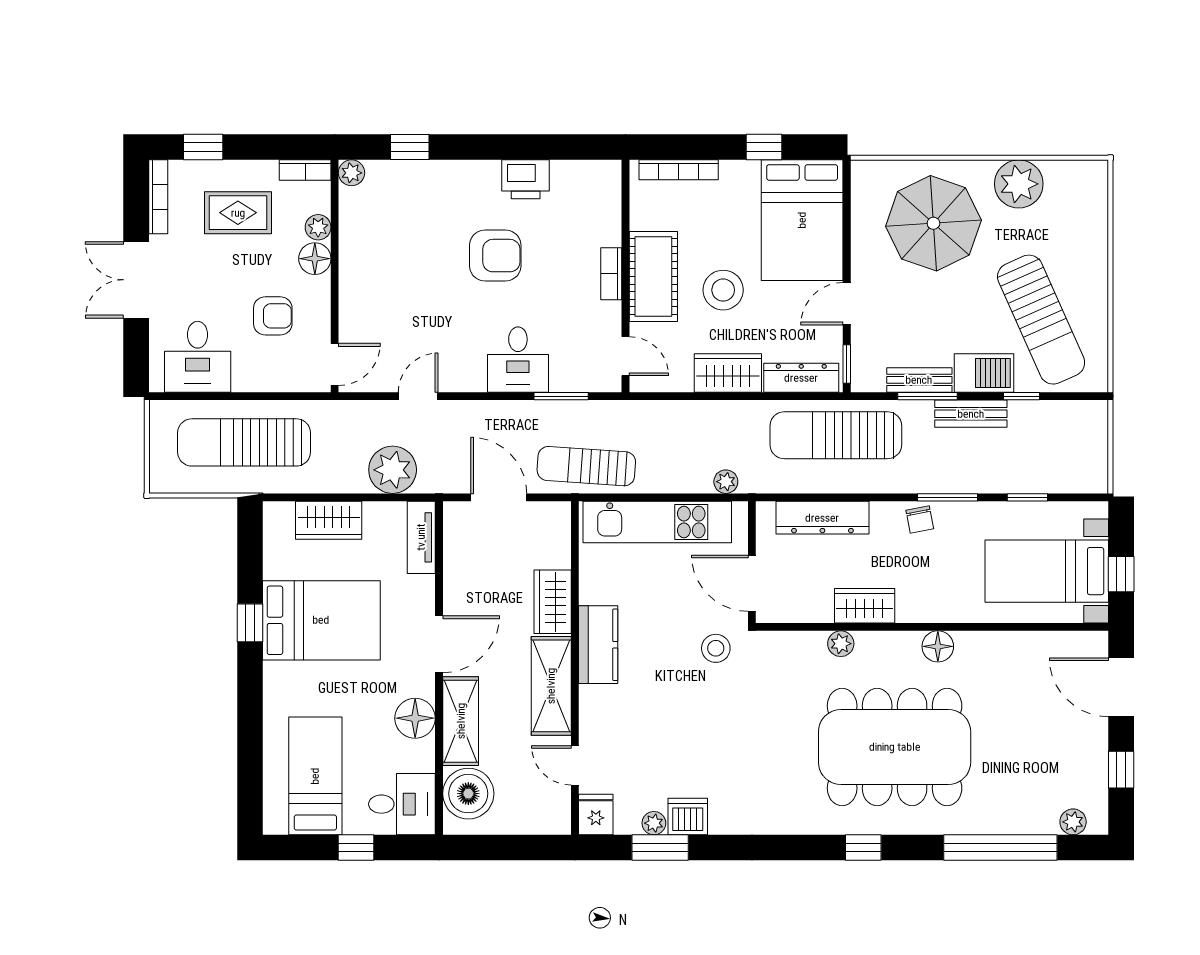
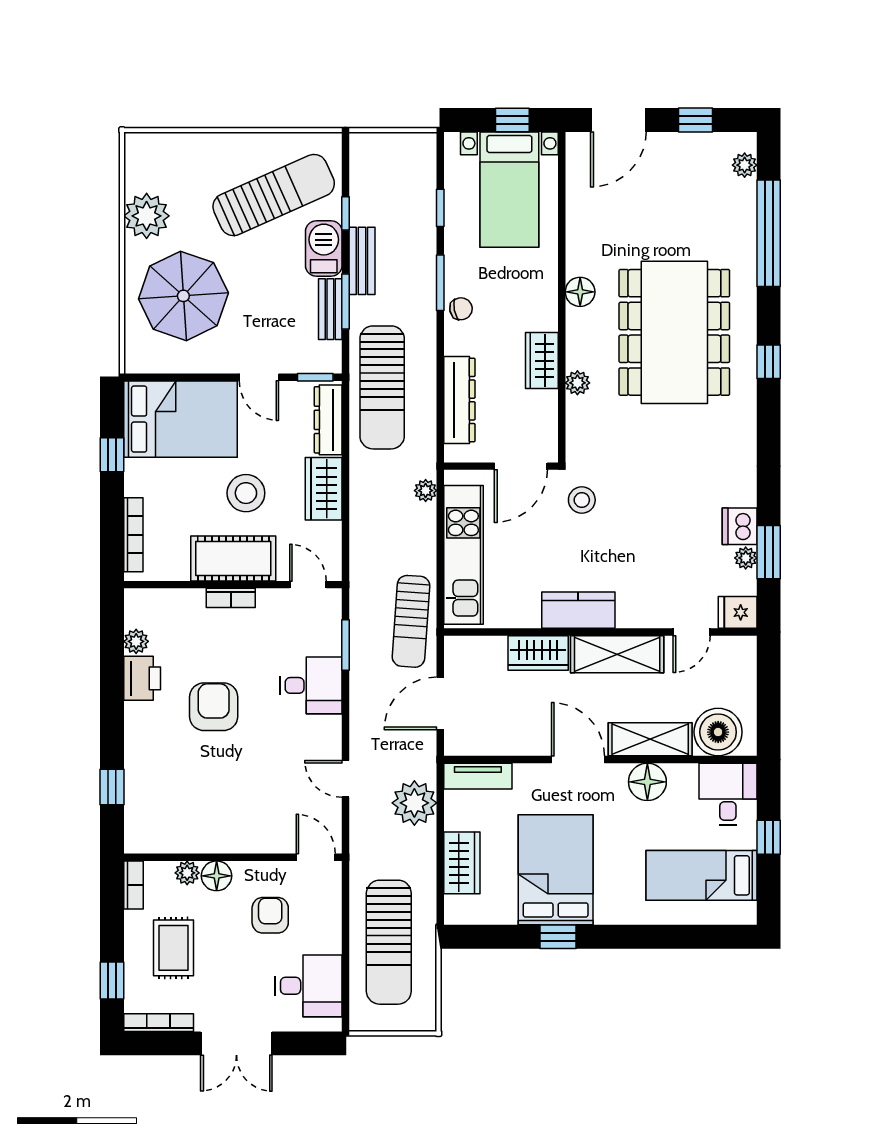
plant: (352, 173) -> (136, 641), moved
door: (625, 356) -> (308, 585), hinge flipped

